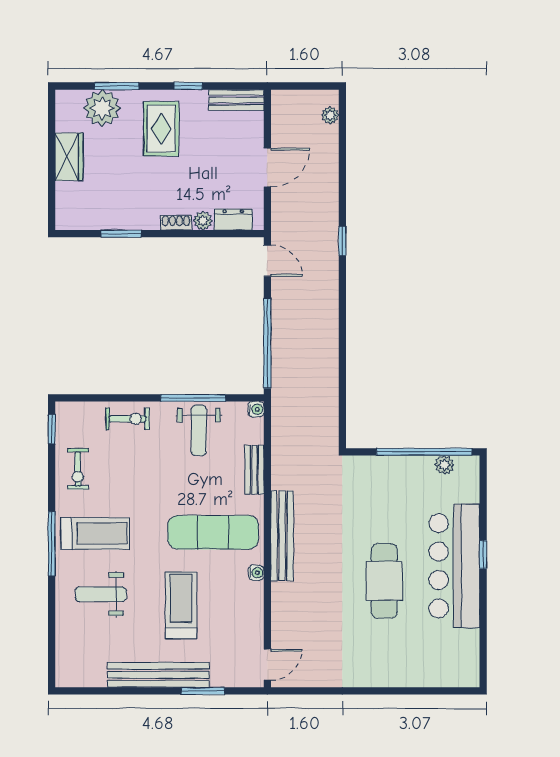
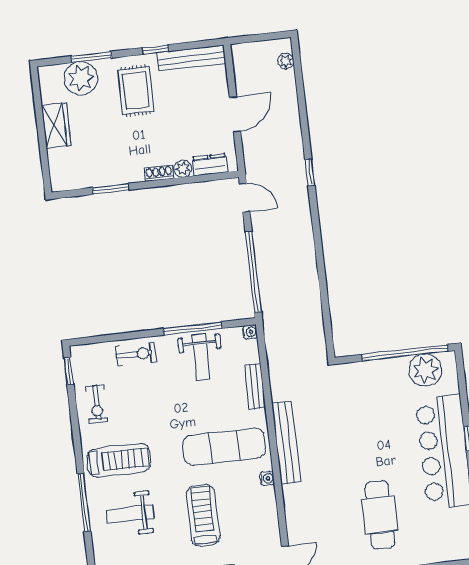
bench: (236, 100) -> (191, 58), width x1.36
plant: (444, 465) -> (425, 370), width x1.88, depth x1.88
window: (52, 544) -> (84, 502), moved
cafe table: (384, 581) -> (380, 515), moved

